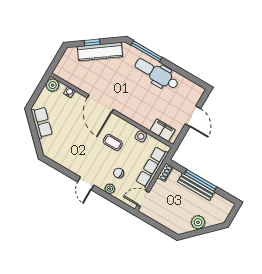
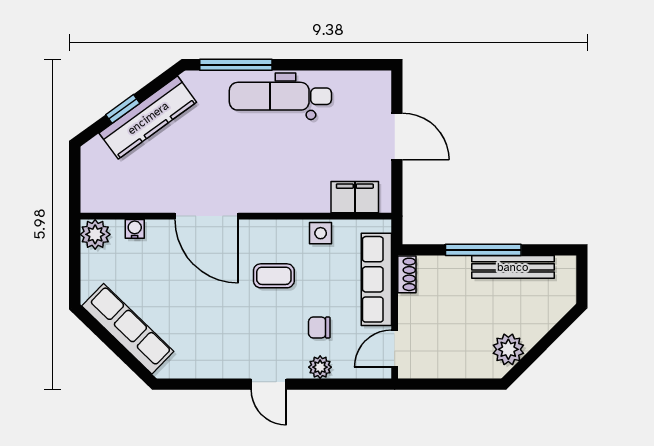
row of seats: (42, 122) -> (128, 329), width x1.48
bench: (196, 187) -> (513, 267), moved
plant: (198, 222) -> (508, 349), moved

